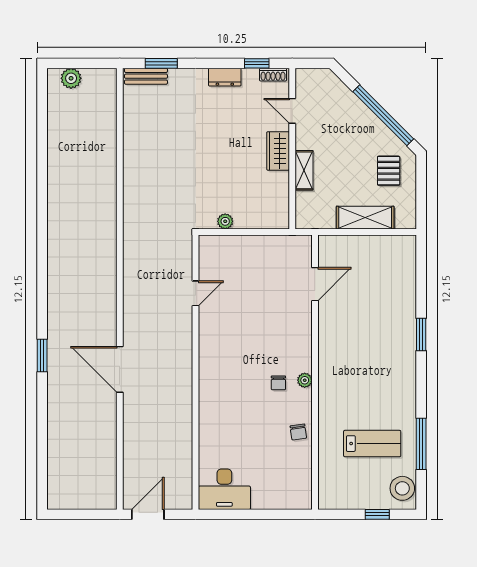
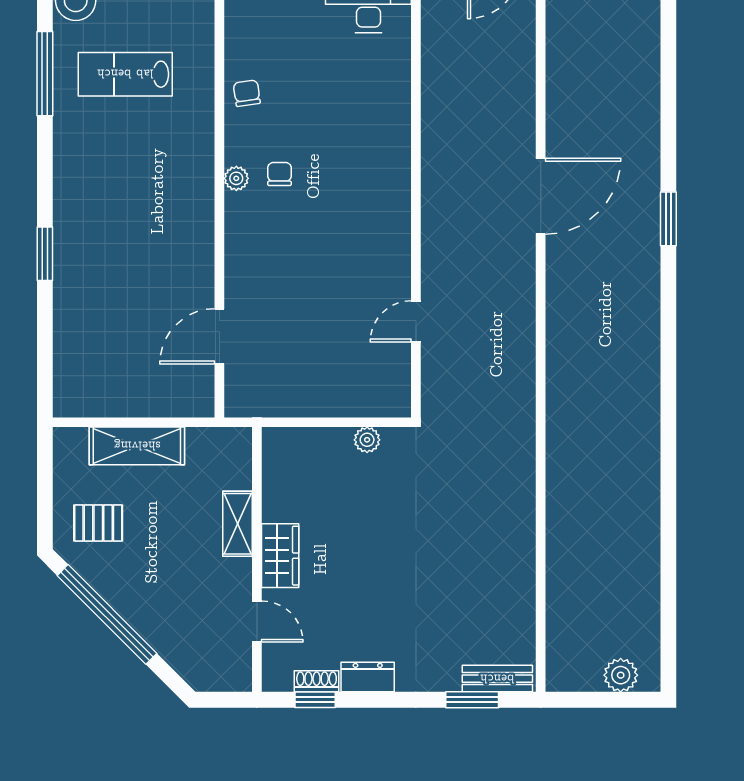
shoe rack: (273, 75) -> (317, 681), moved
pallet: (389, 171) -> (98, 523), turned 90
door: (120, 369) -> (541, 196), hinge flipped

